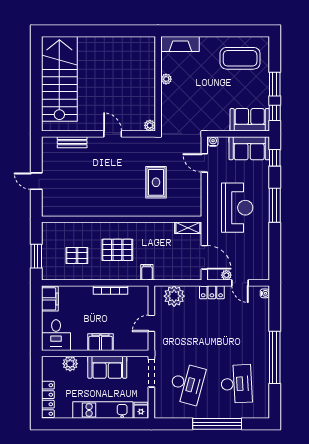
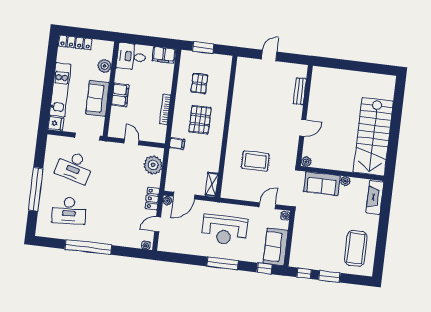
stairs: (59, 79) -> (373, 137), moved, turned 90
sofa: (250, 120) -> (322, 184), moved, turned 90
plant: (226, 275) -> (167, 201), moved

